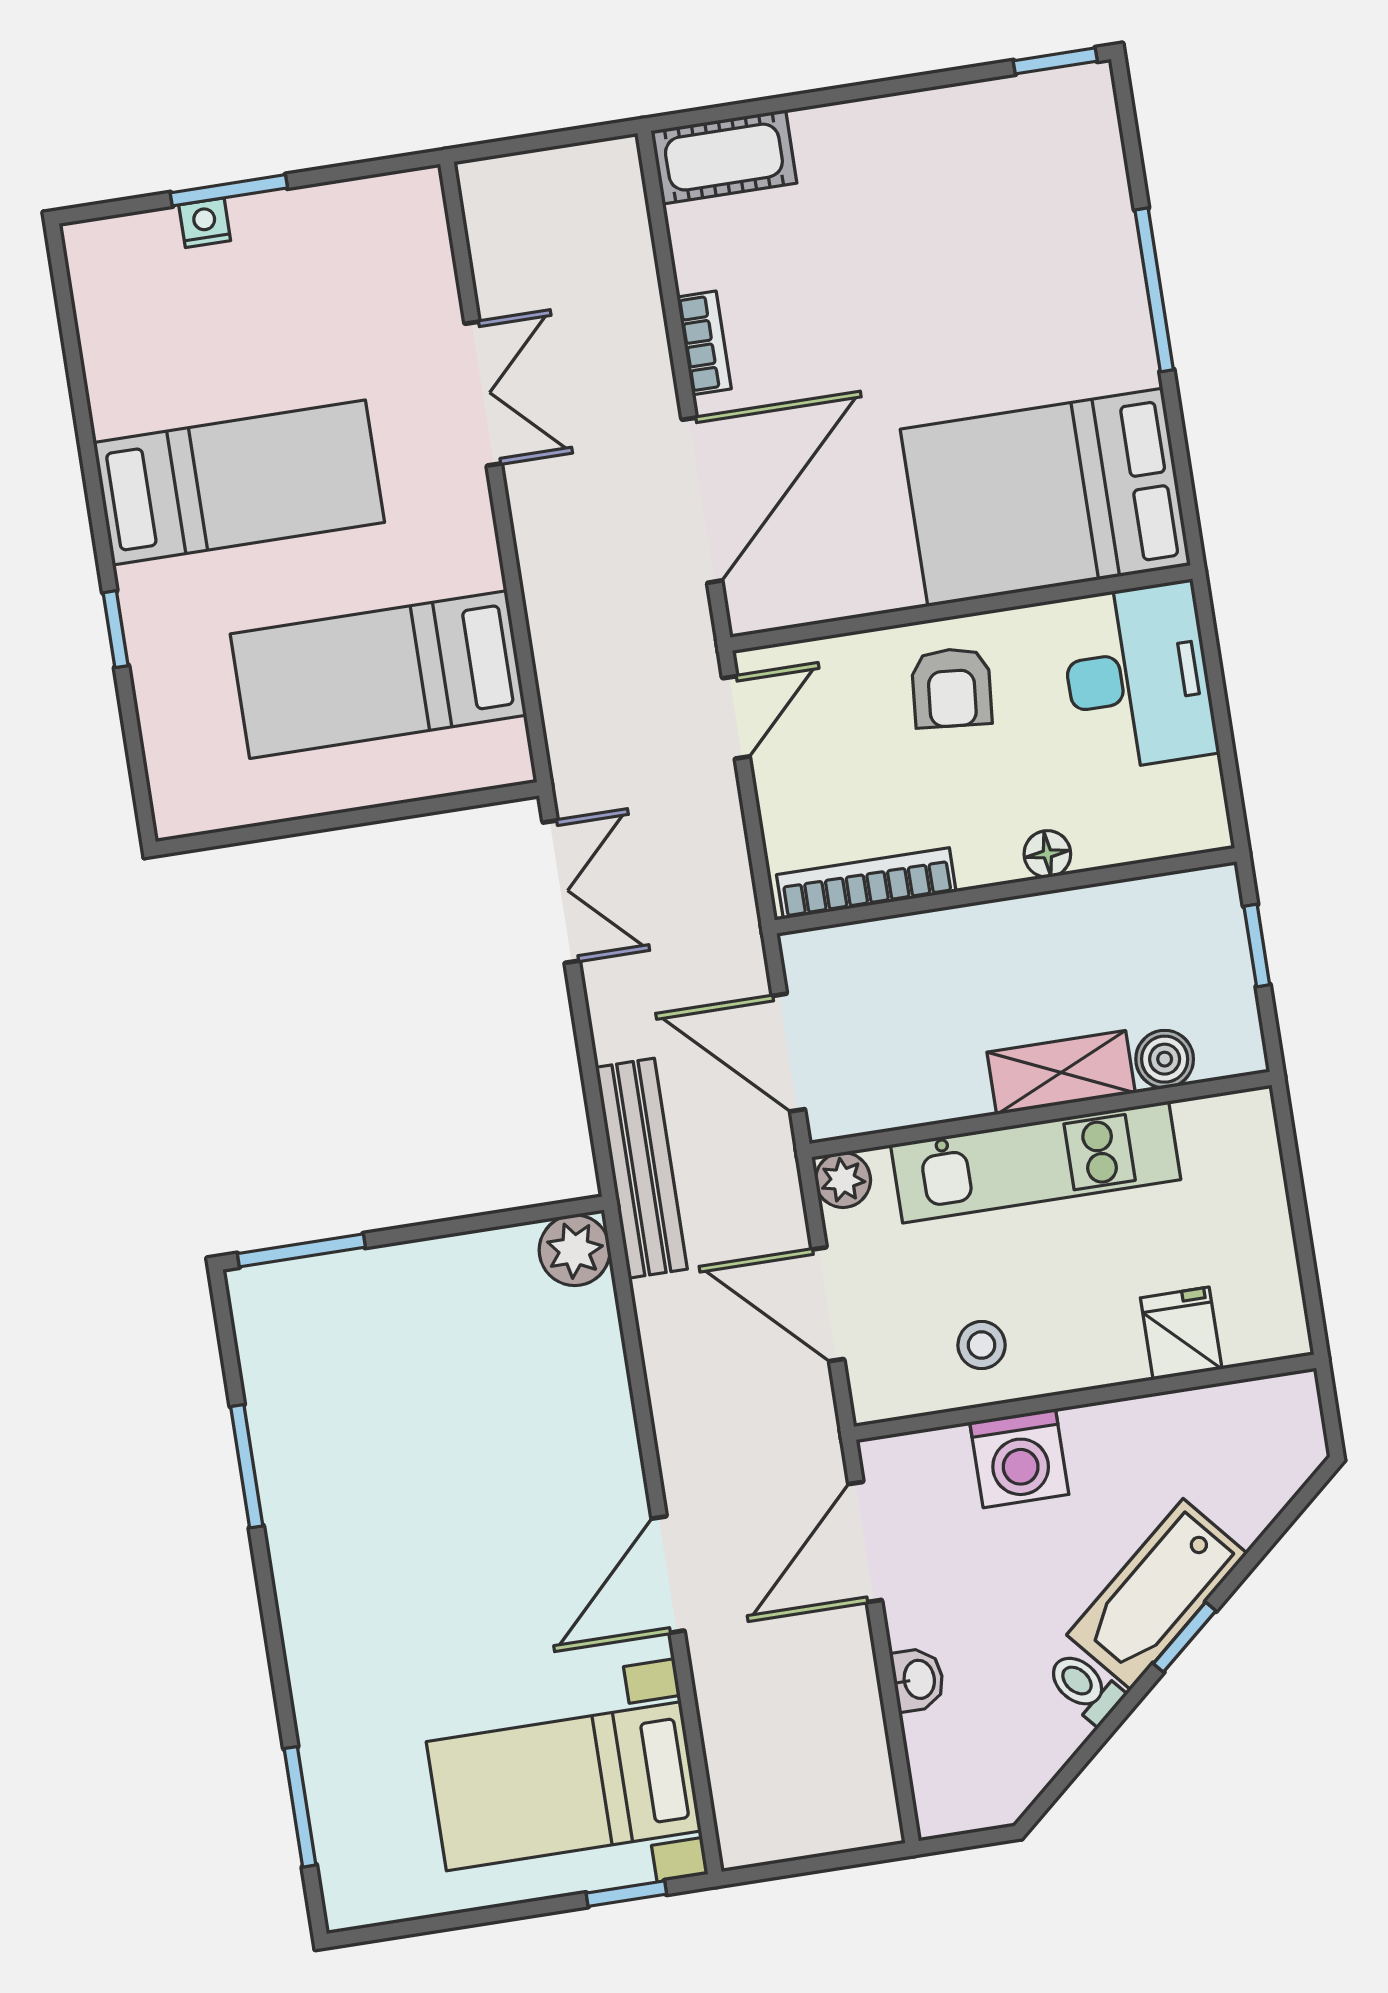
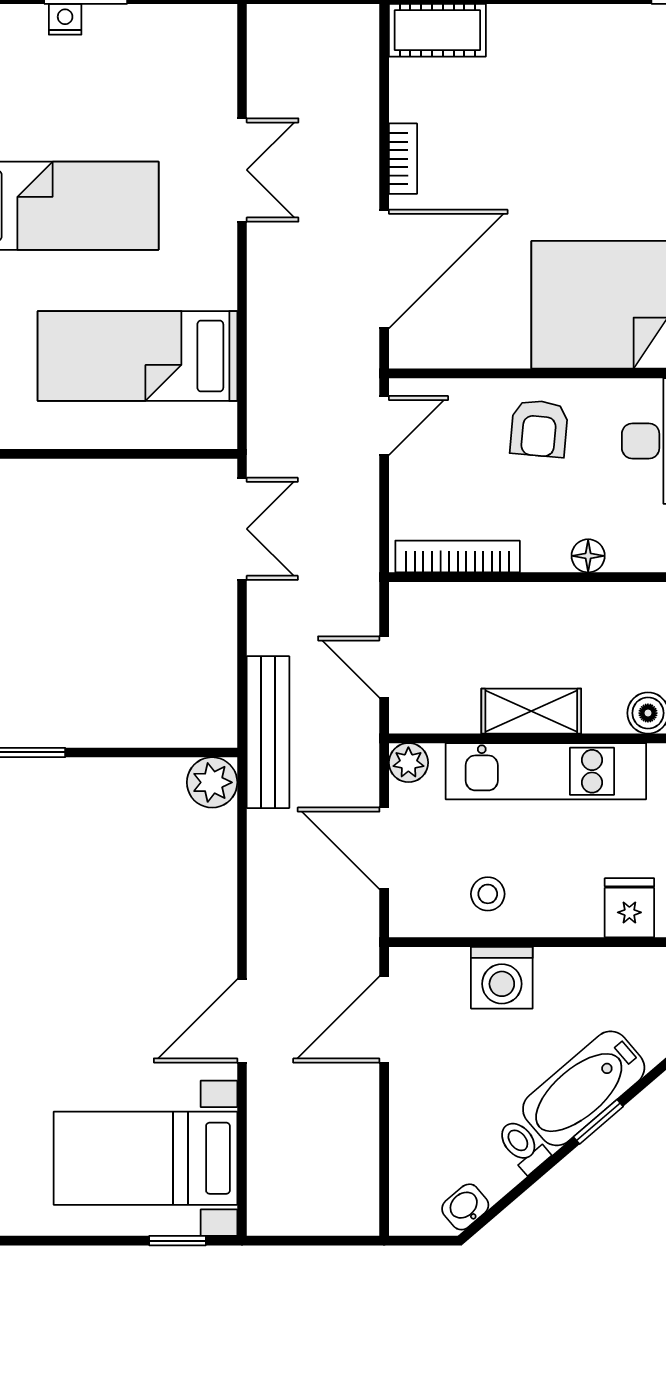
door: (788, 1053) -> (384, 667), width x0.73
shelving: (1061, 1073) -> (531, 711), moved
washbasin: (918, 1680) -> (465, 1207), moved, turned -131

